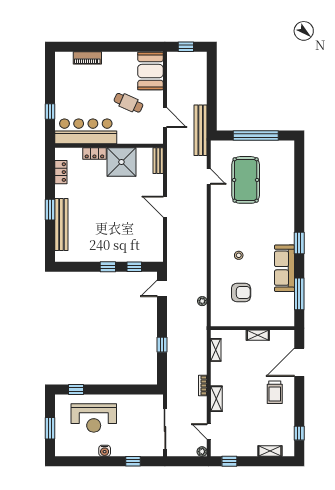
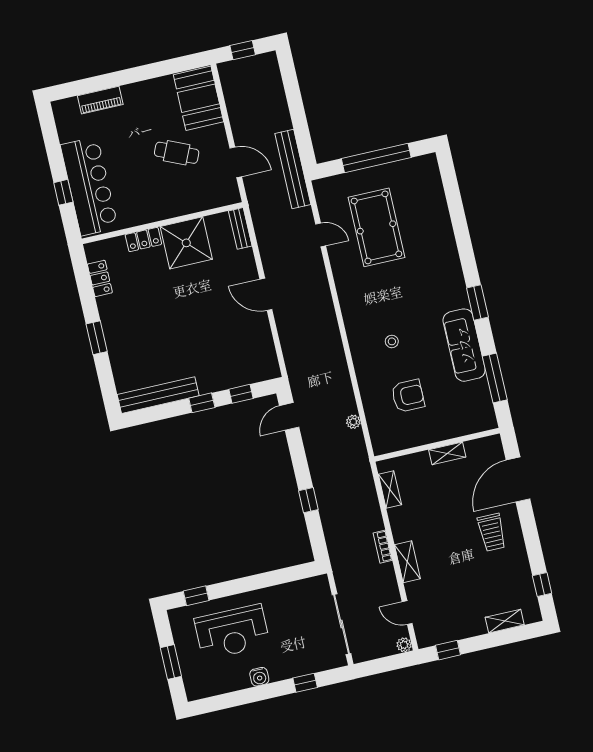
bar counter: (86, 131) -> (89, 186), moved, turned 90
bench: (61, 224) -> (158, 395), moved, turned 90

